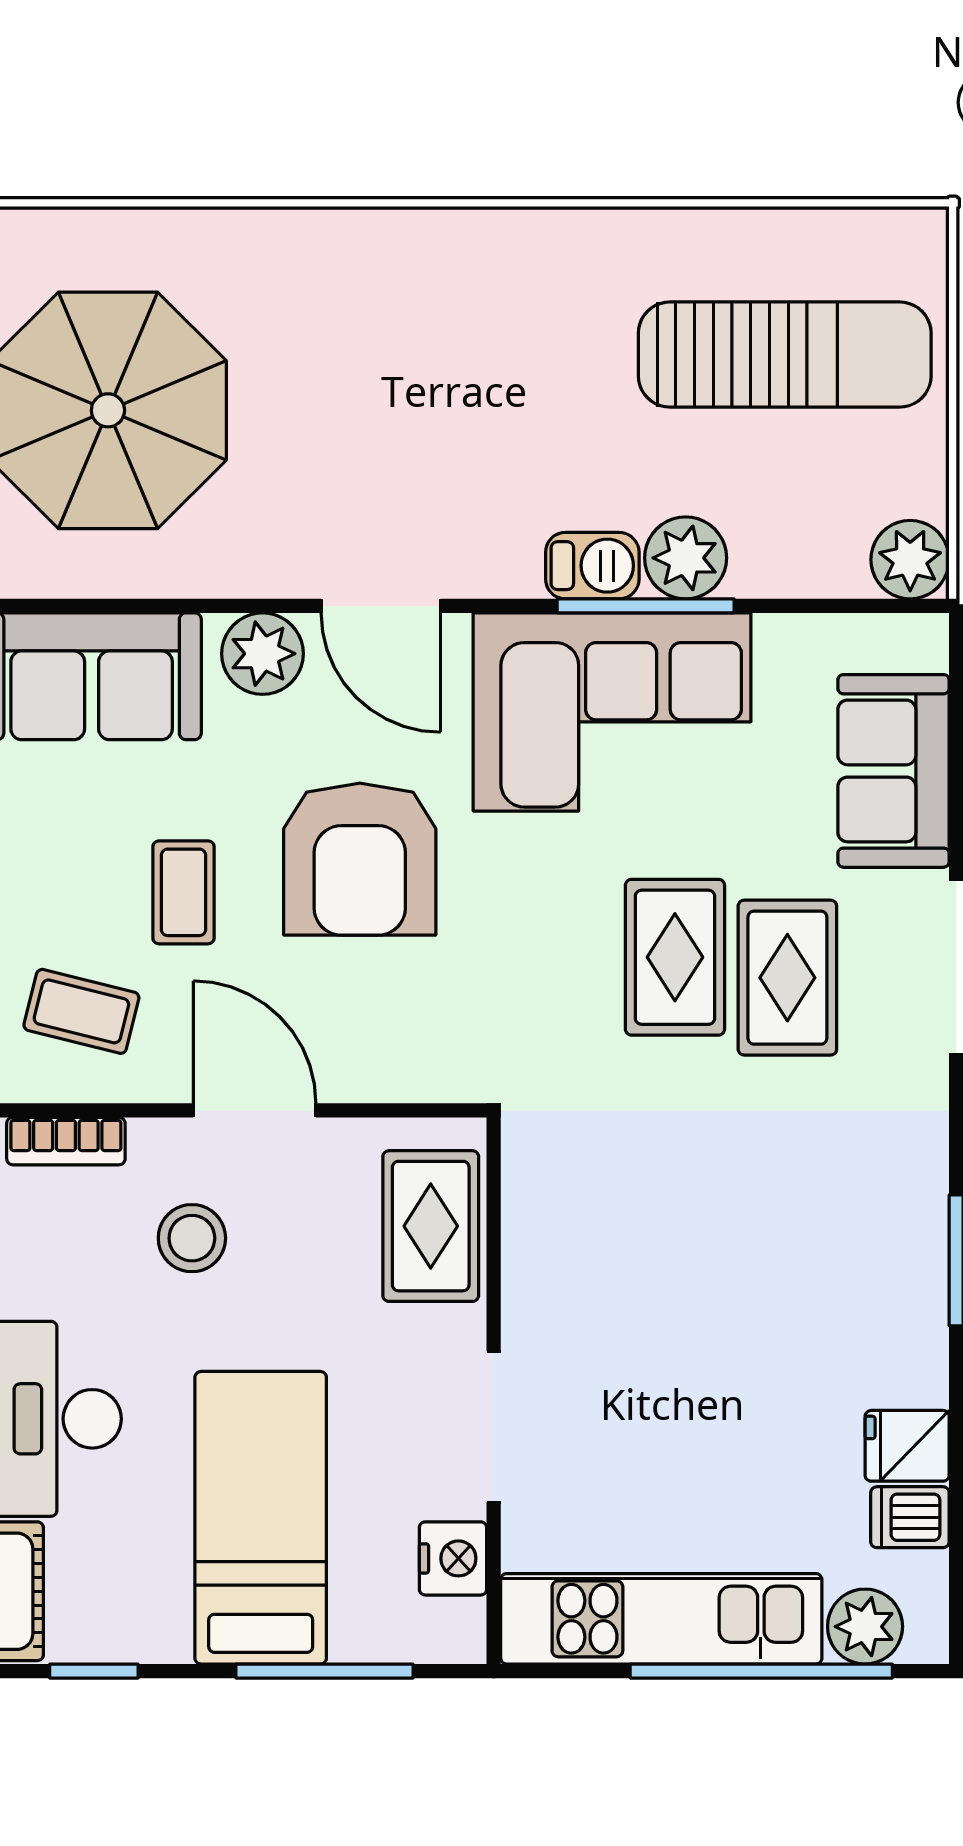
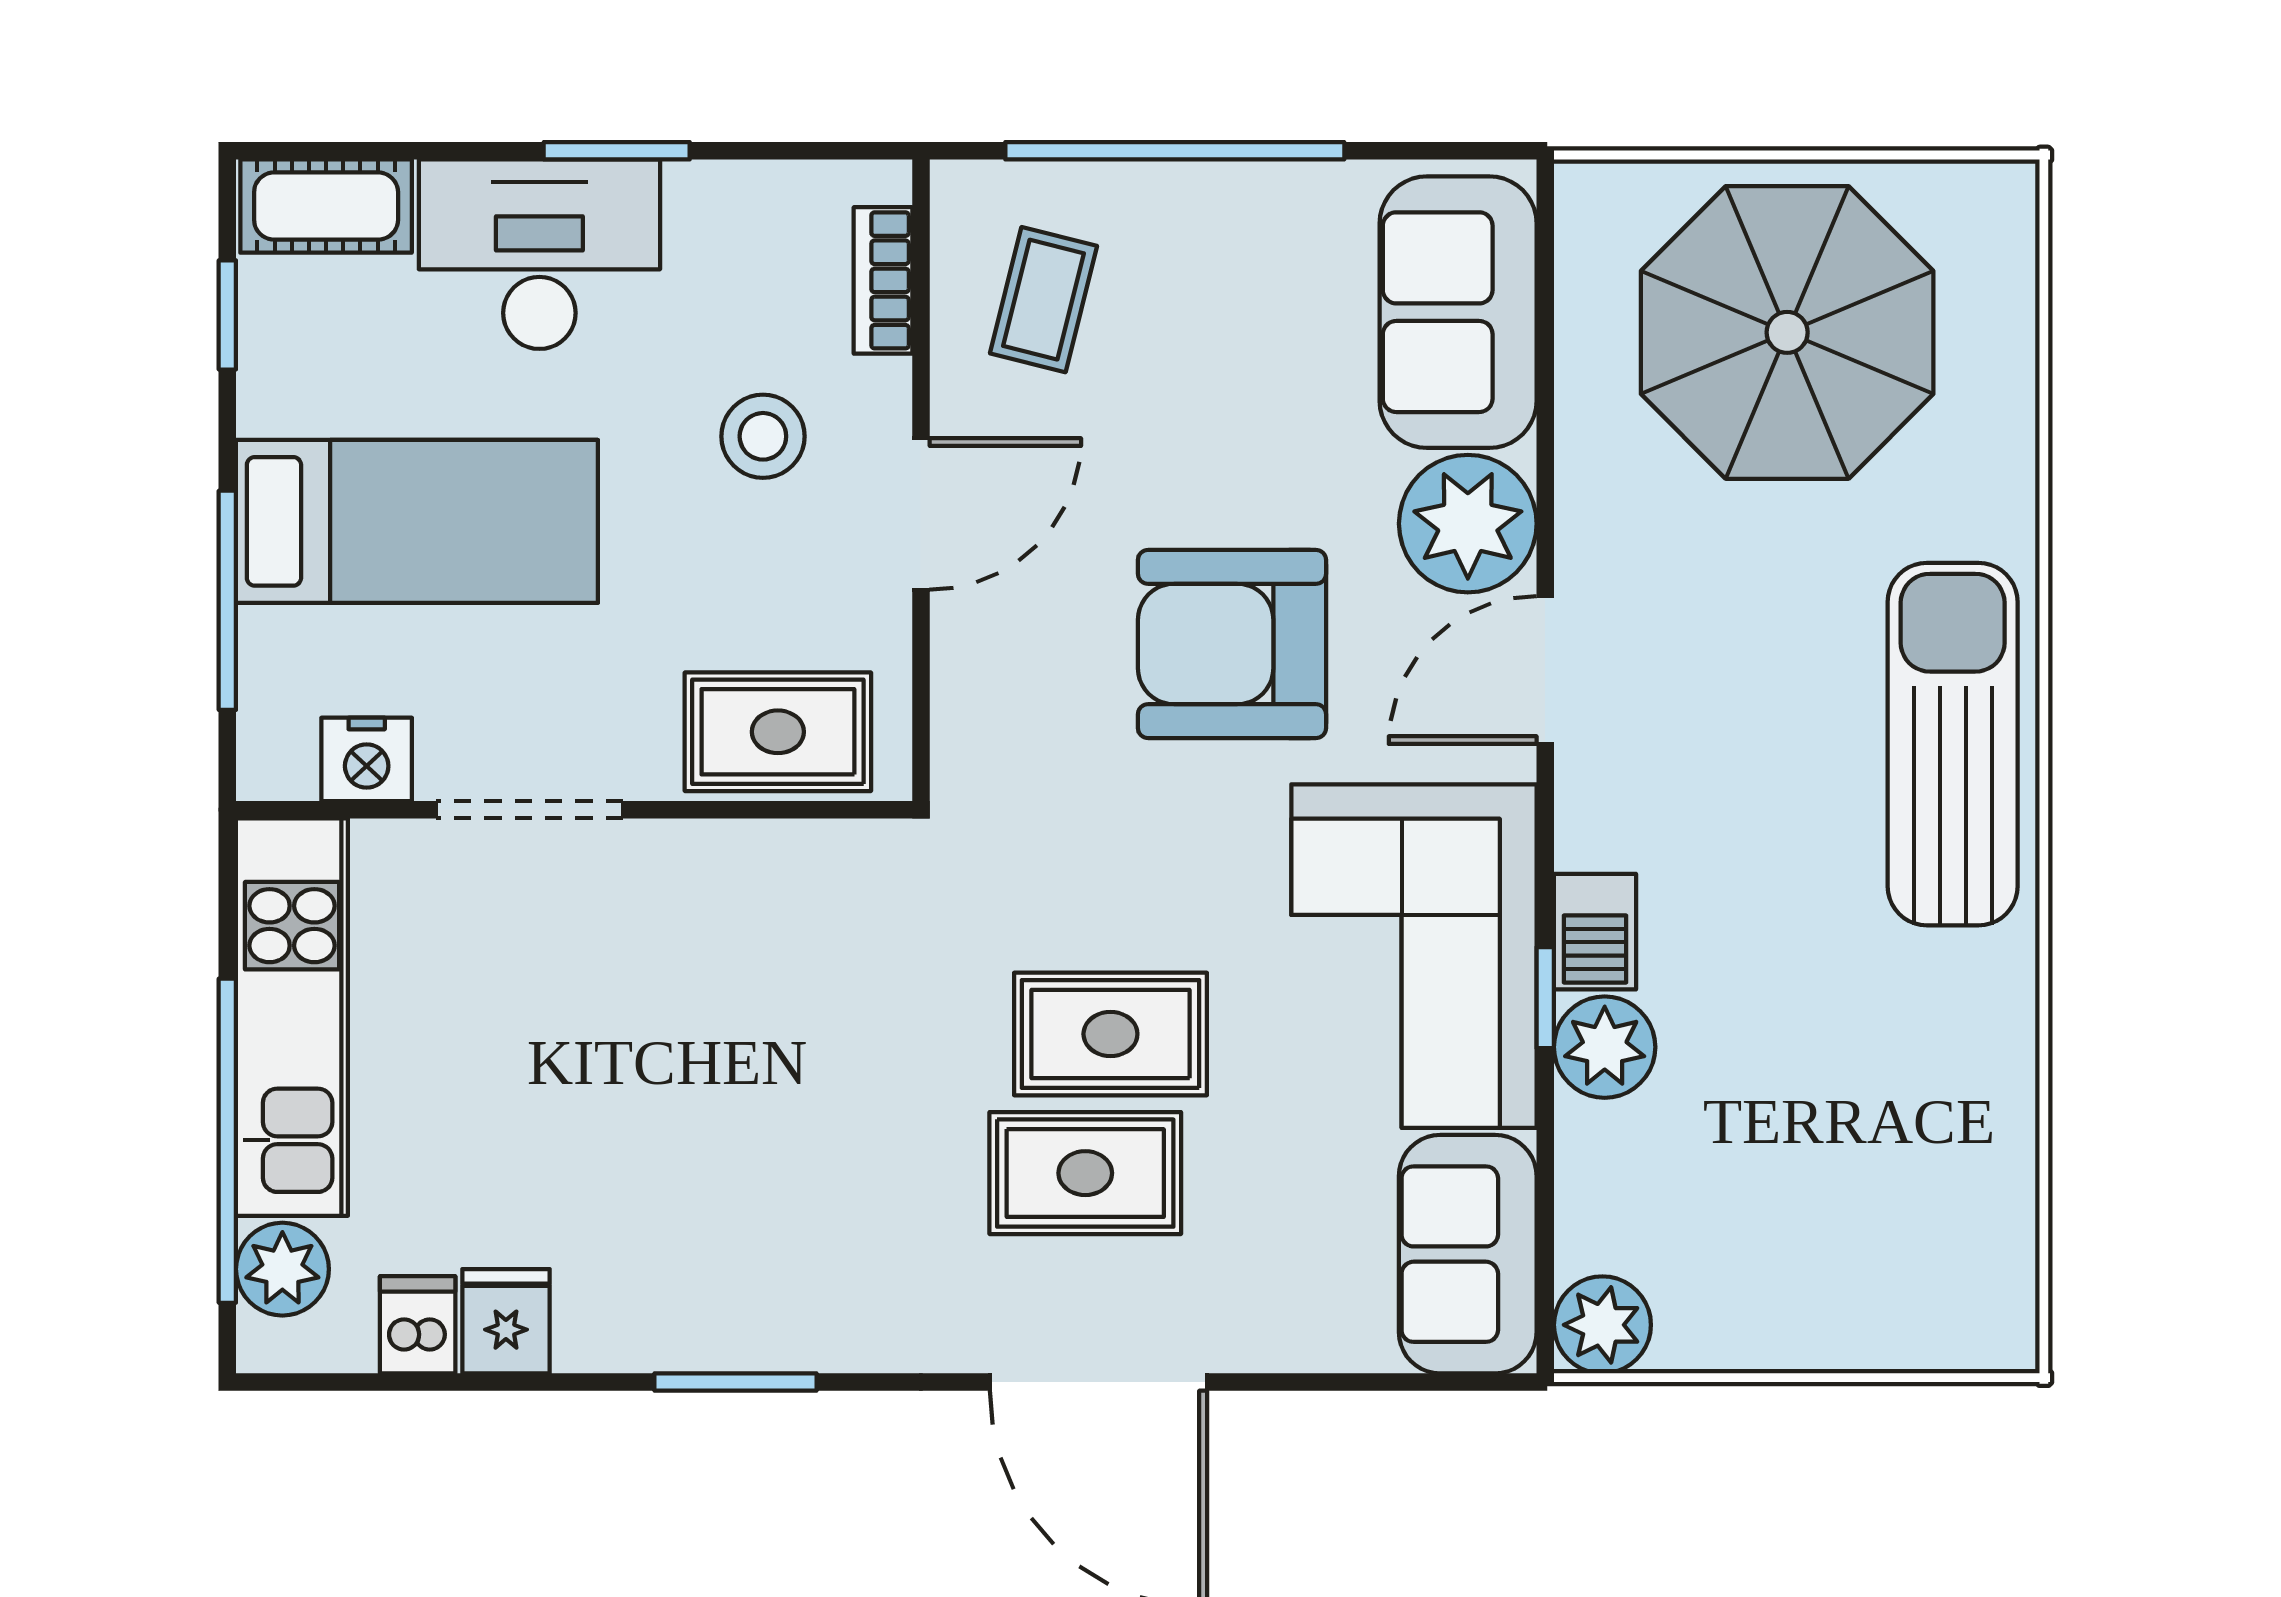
sun lounger: (785, 355) -> (1953, 744), moved, turned 180
window: (646, 606) -> (1545, 998), width x0.46
plant: (262, 654) -> (1468, 524), width x1.36, depth x1.36
sofa: (894, 771) -> (1468, 1254), moved, turned -90
coffee table: (184, 892) -> (1191, 426), removed

